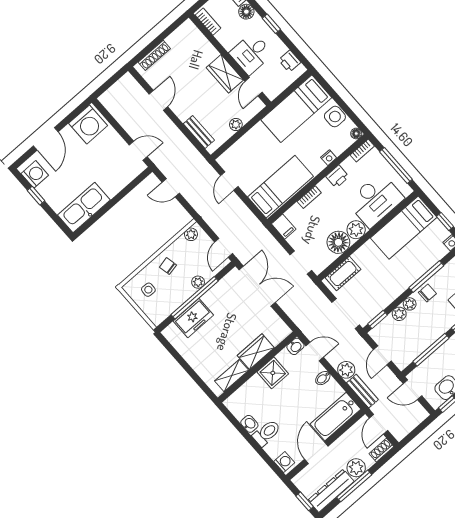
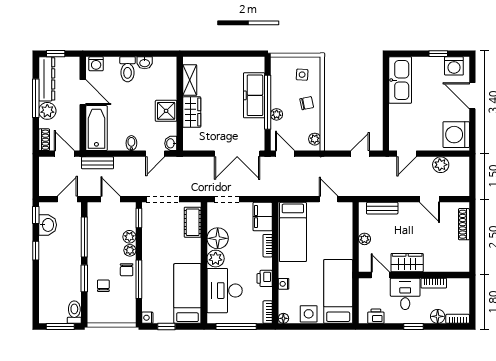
bookcase: (208, 22) -> (434, 283), moved
filing cabinet: (284, 227) -> (263, 217), width x2.00
freezer: (193, 318) -> (254, 95), width x1.40
plant: (346, 370) -> (441, 165), moved

